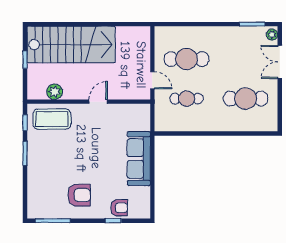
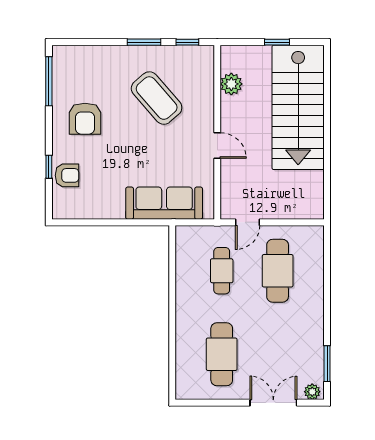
coffee table: (52, 119) -> (157, 98), moved, turned -41
sofa: (139, 159) -> (164, 203), moved
armchair: (119, 208) -> (67, 175), turned -90

